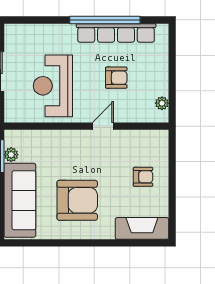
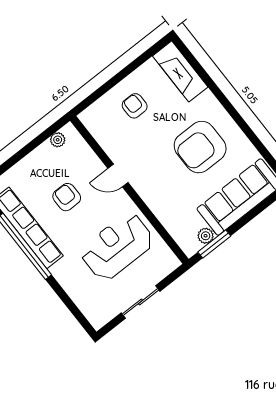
reception desk: (53, 86) -> (117, 247), turned 180
armchair: (77, 200) -> (200, 147), turned -90

